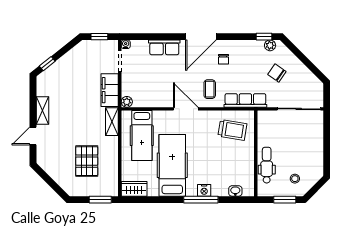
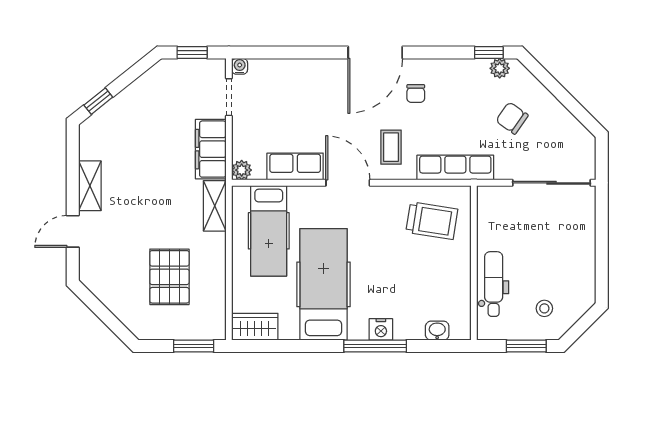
row of seats: (164, 47) -> (295, 167), moved, turned 180

